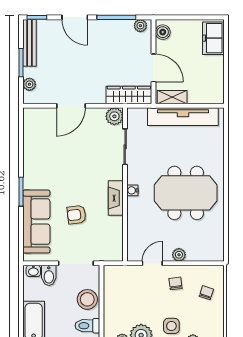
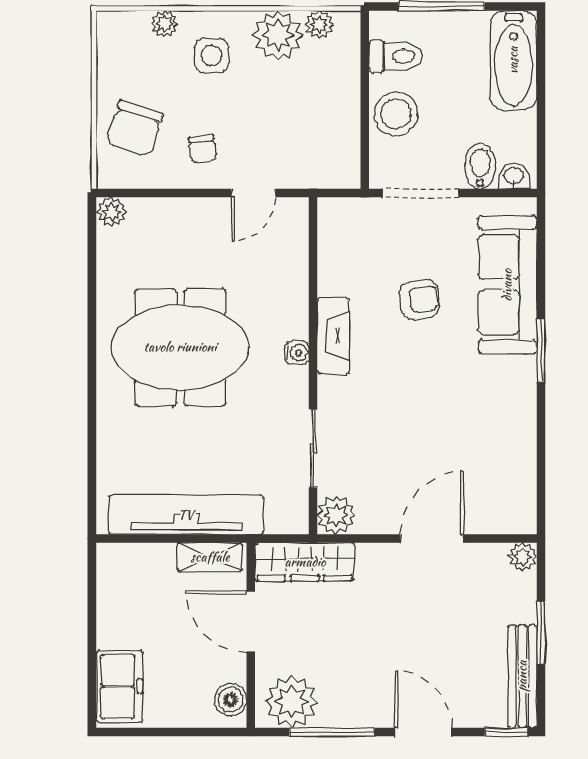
plant: (140, 26) -> (292, 702), width x1.87, depth x1.87
plant: (29, 84) -> (523, 557), moved
plant: (179, 255) -> (112, 212), moved
chair: (206, 293) -> (135, 129), width x1.87, depth x1.87

